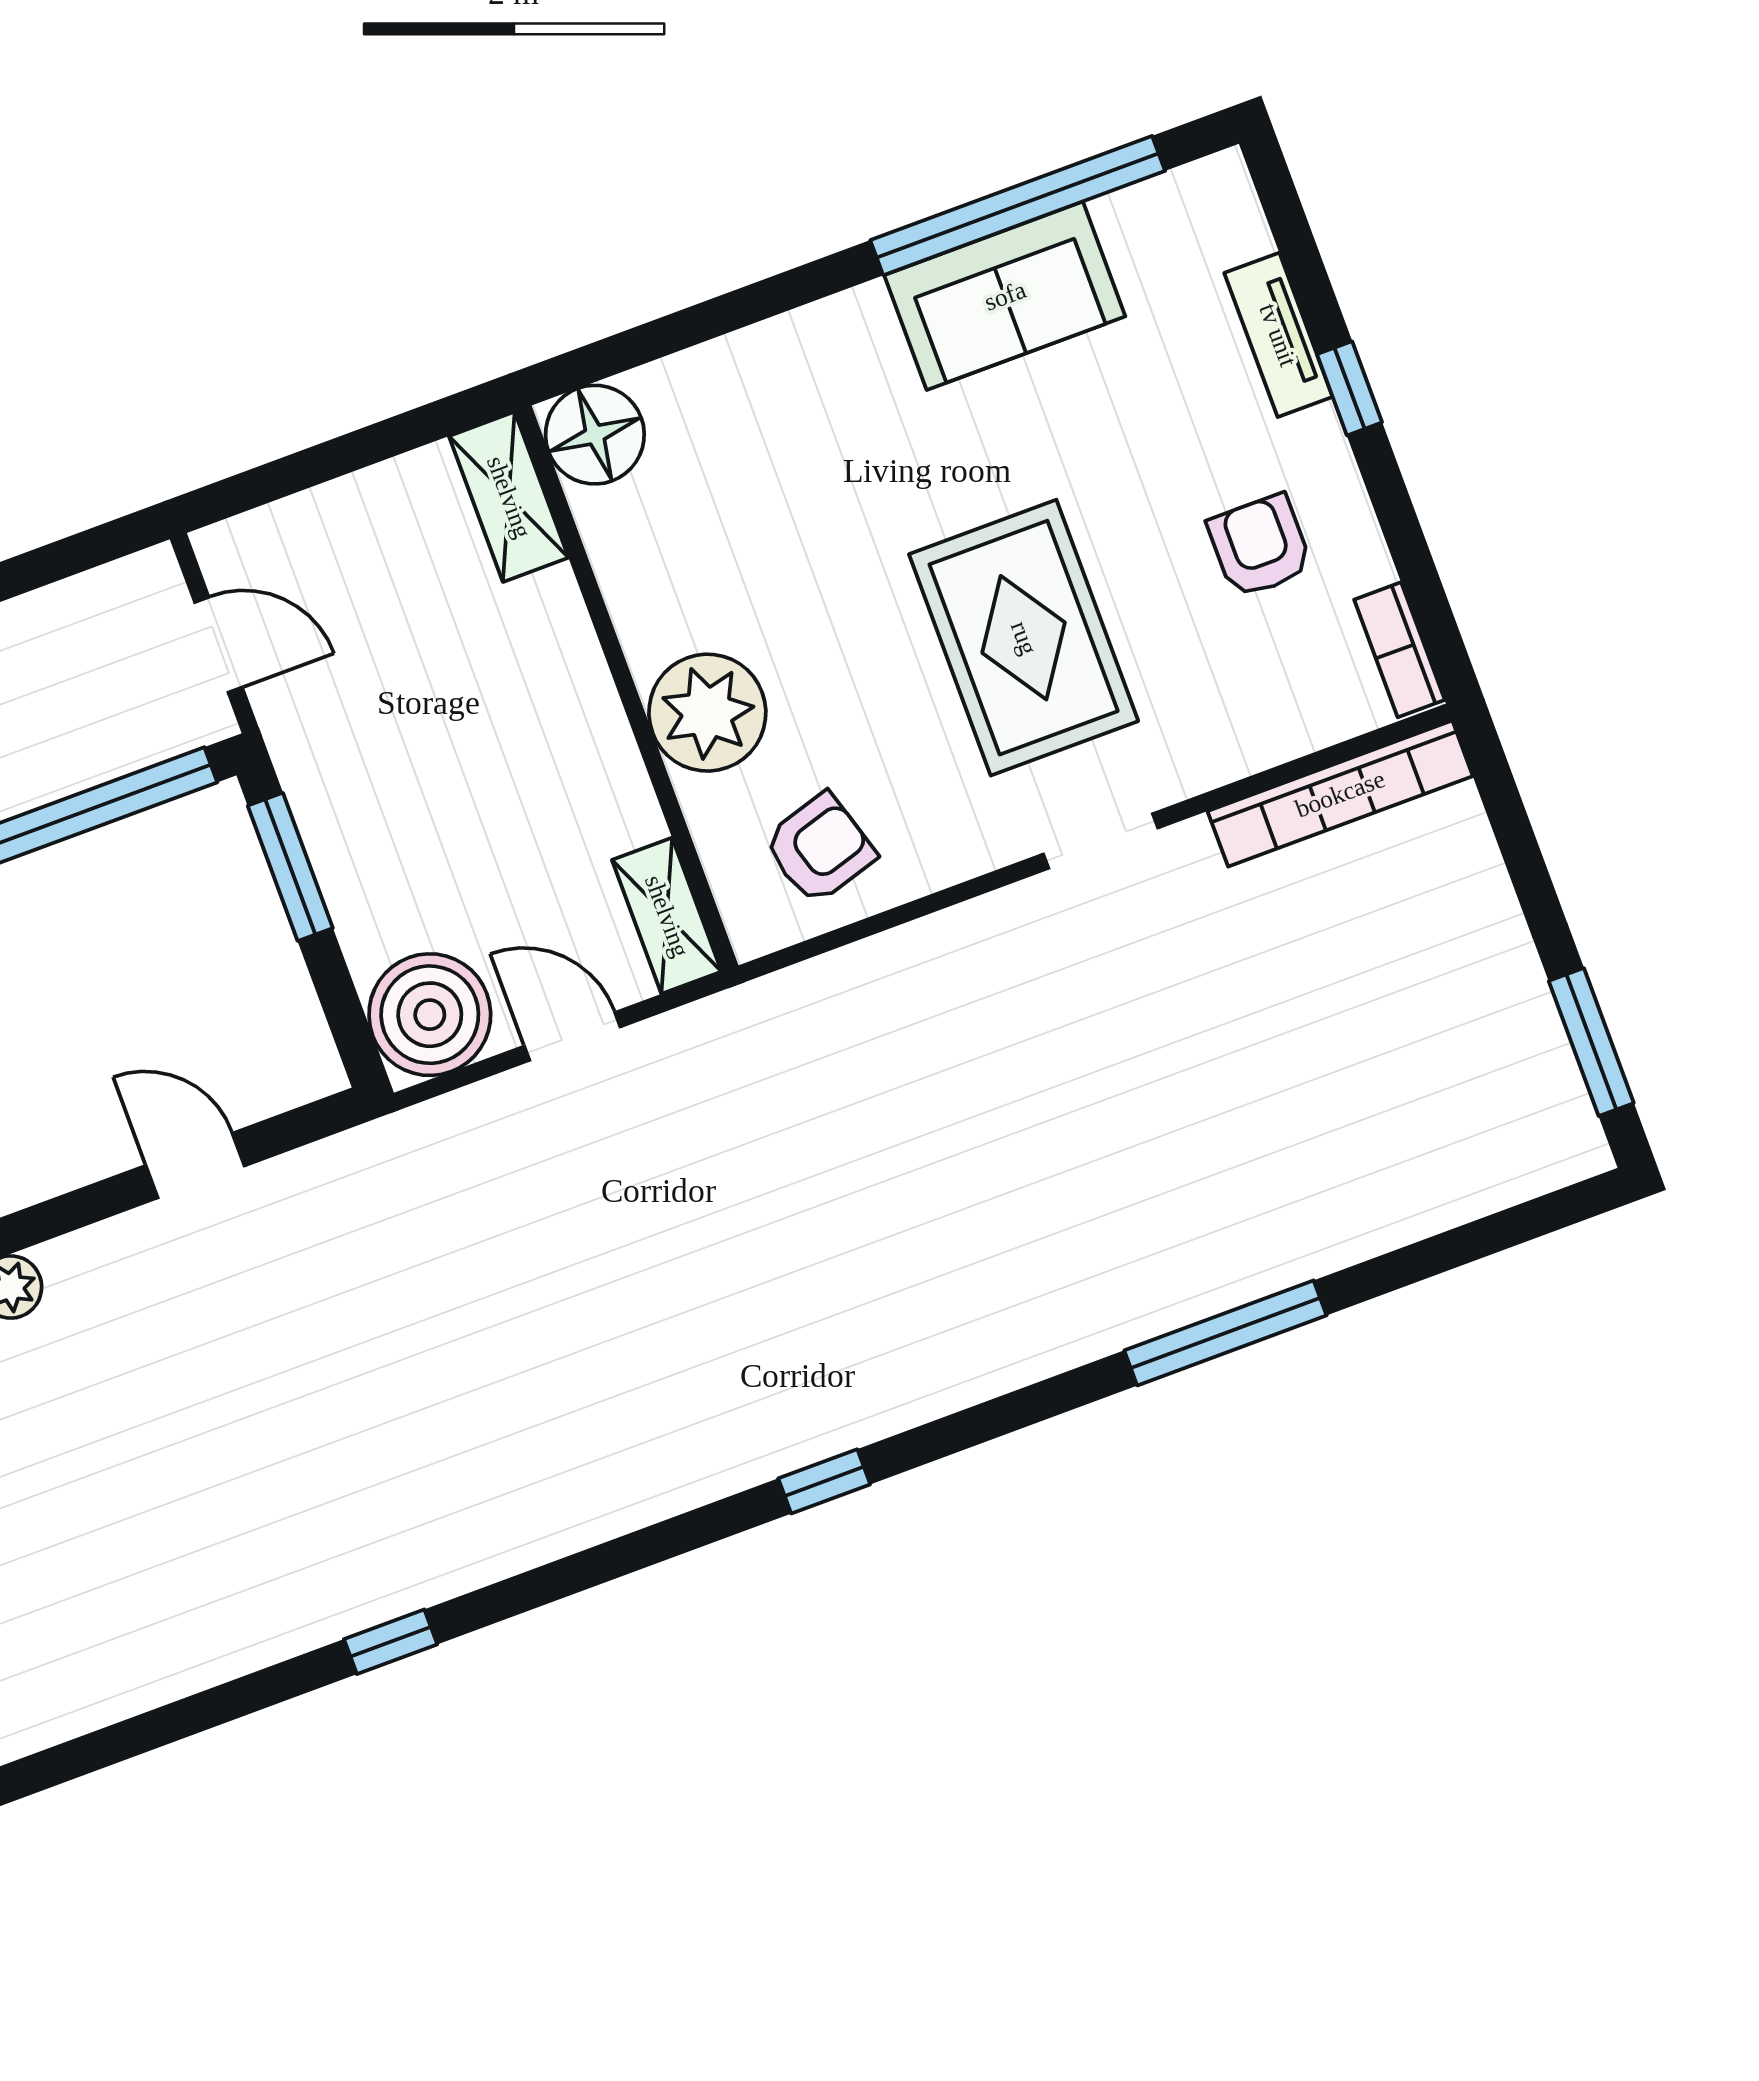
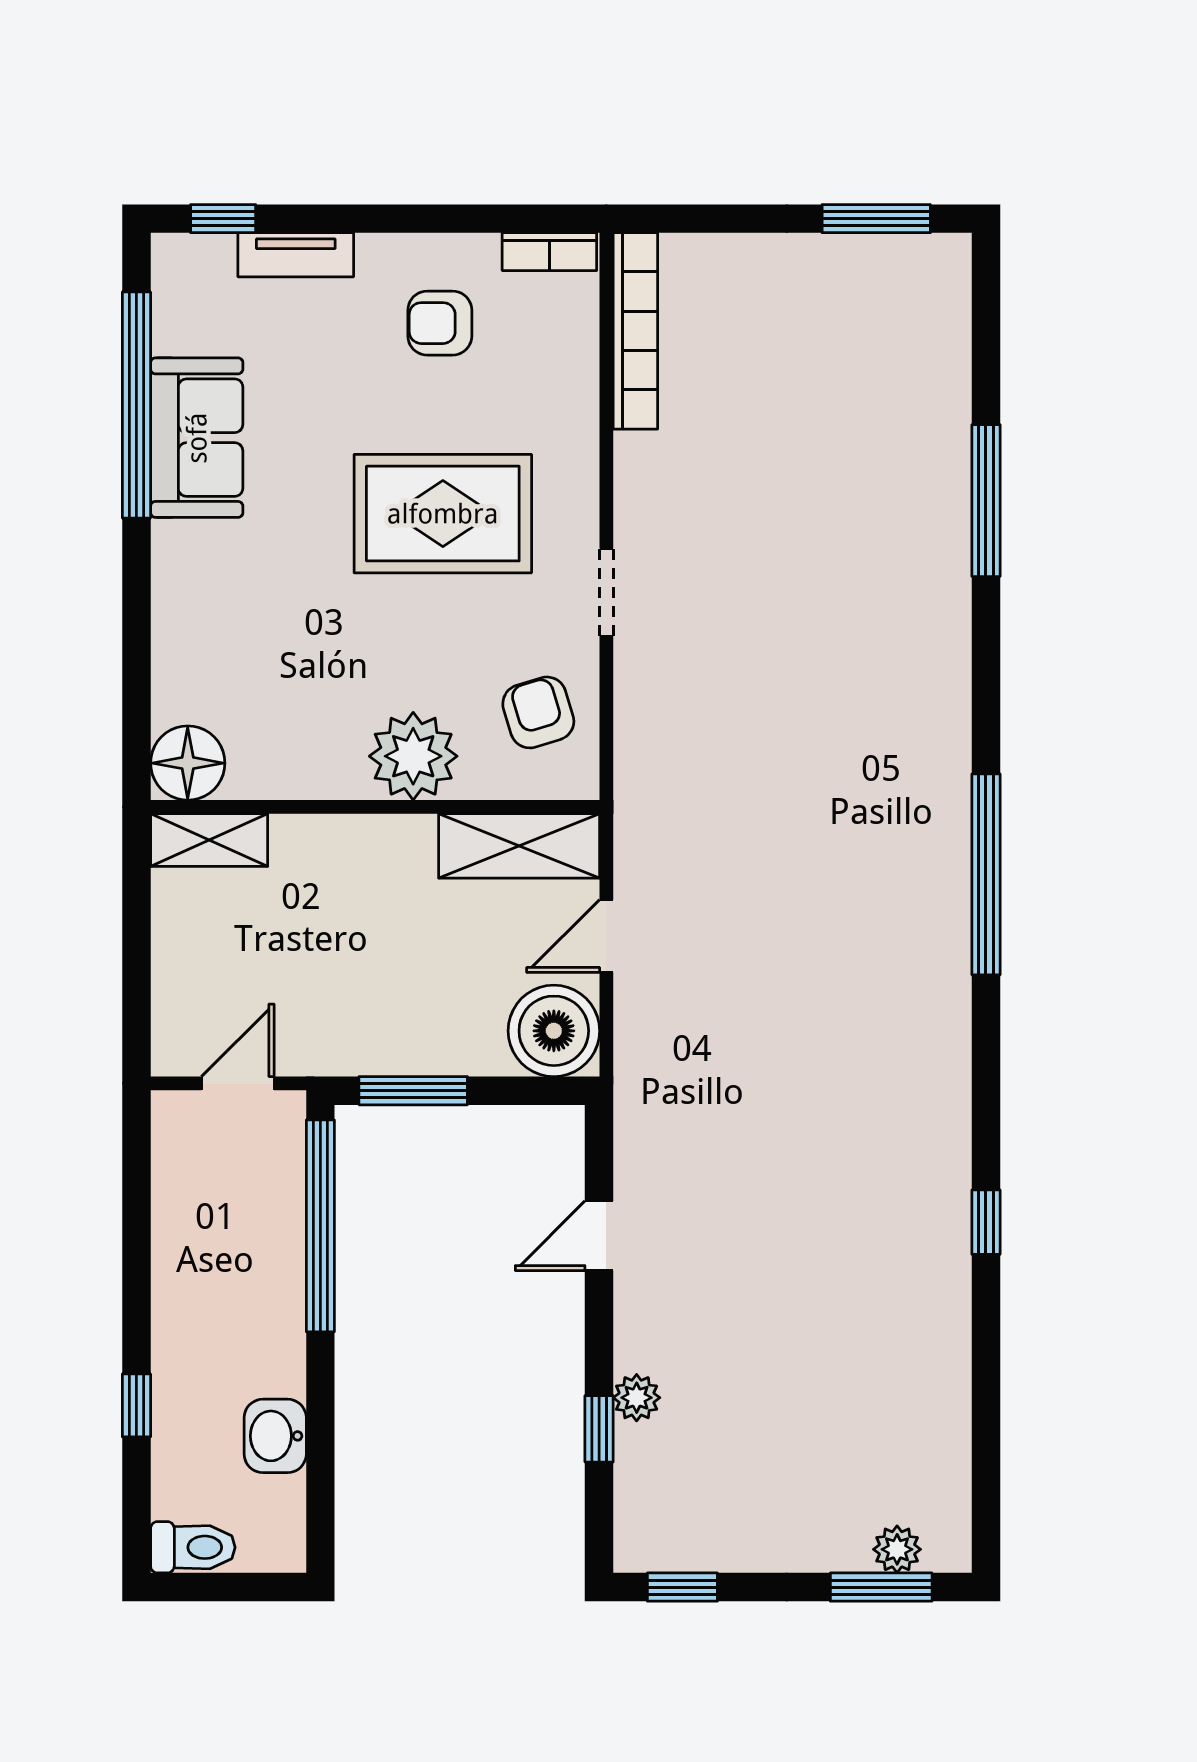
window: (1349, 388) -> (223, 219), moved
doorway: (1101, 841) -> (606, 592), moved
shelving: (667, 916) -> (519, 846), width x1.50, depth x1.33
window: (1225, 1333) -> (986, 501), moved
window: (824, 1481) -> (986, 874), width x3.17

